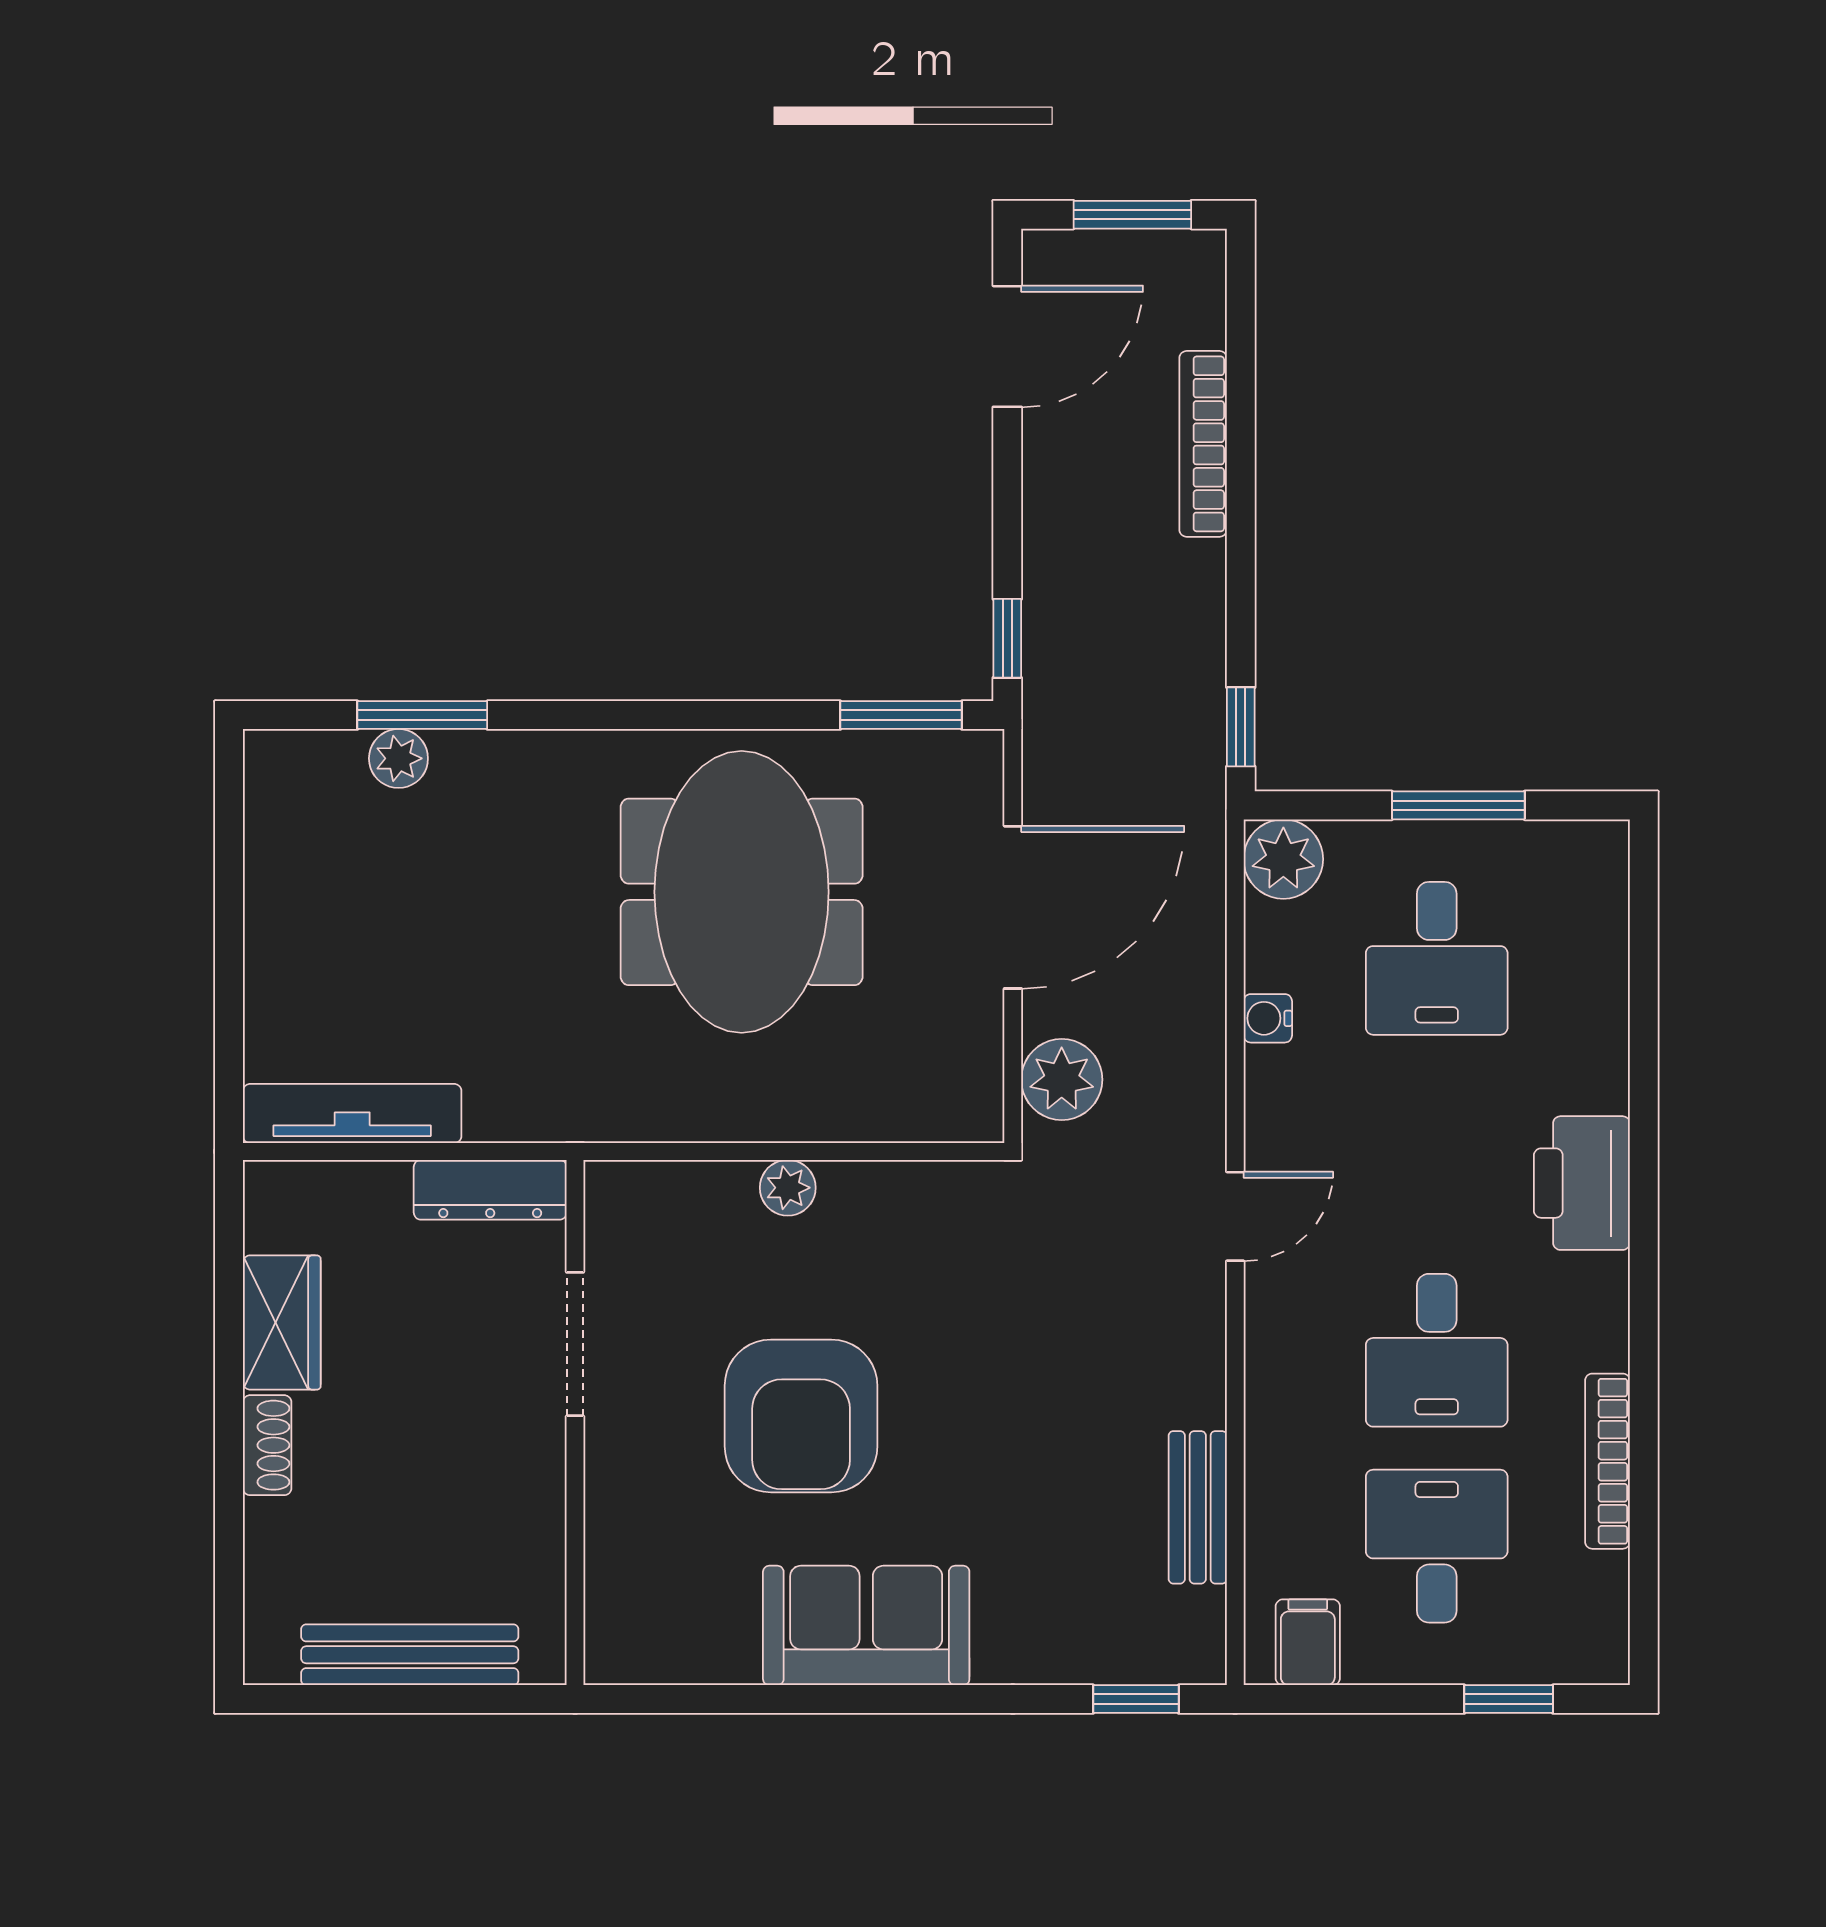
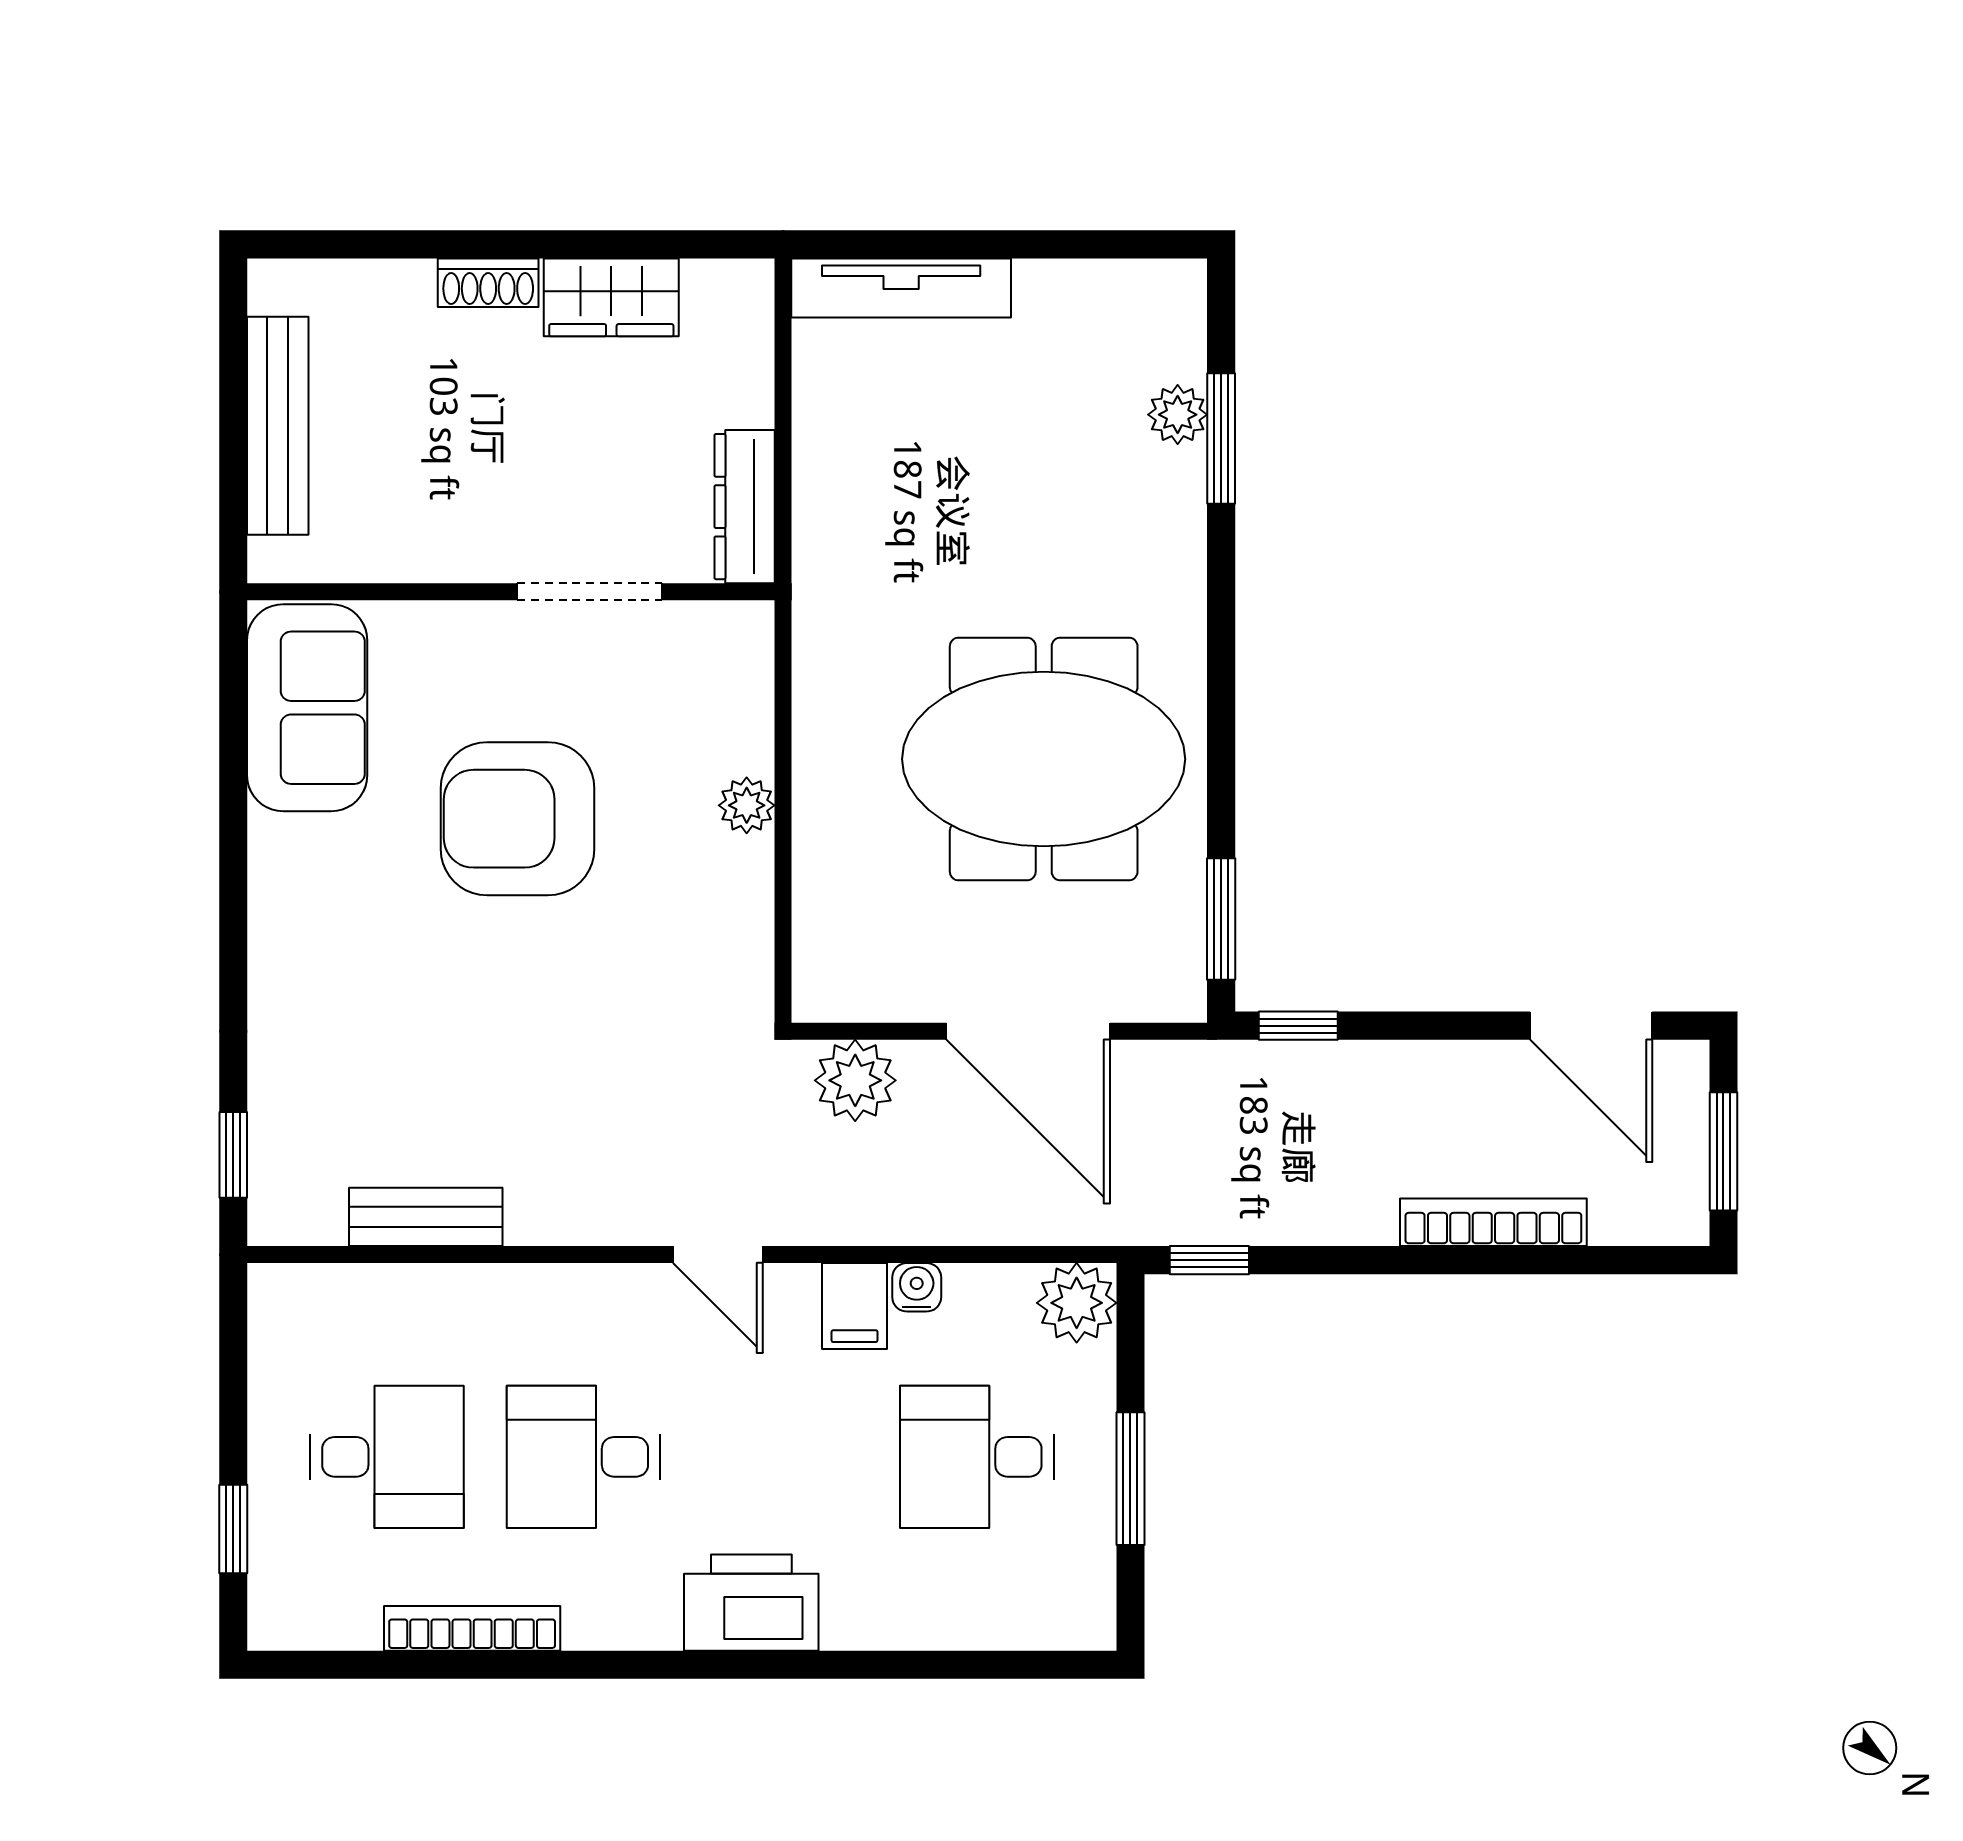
tv unit: (352, 1114) -> (901, 288), moved, turned 90
sofa: (866, 1625) -> (307, 708), moved
filing cabinet: (1308, 1642) -> (854, 1306), moved, turned 90

